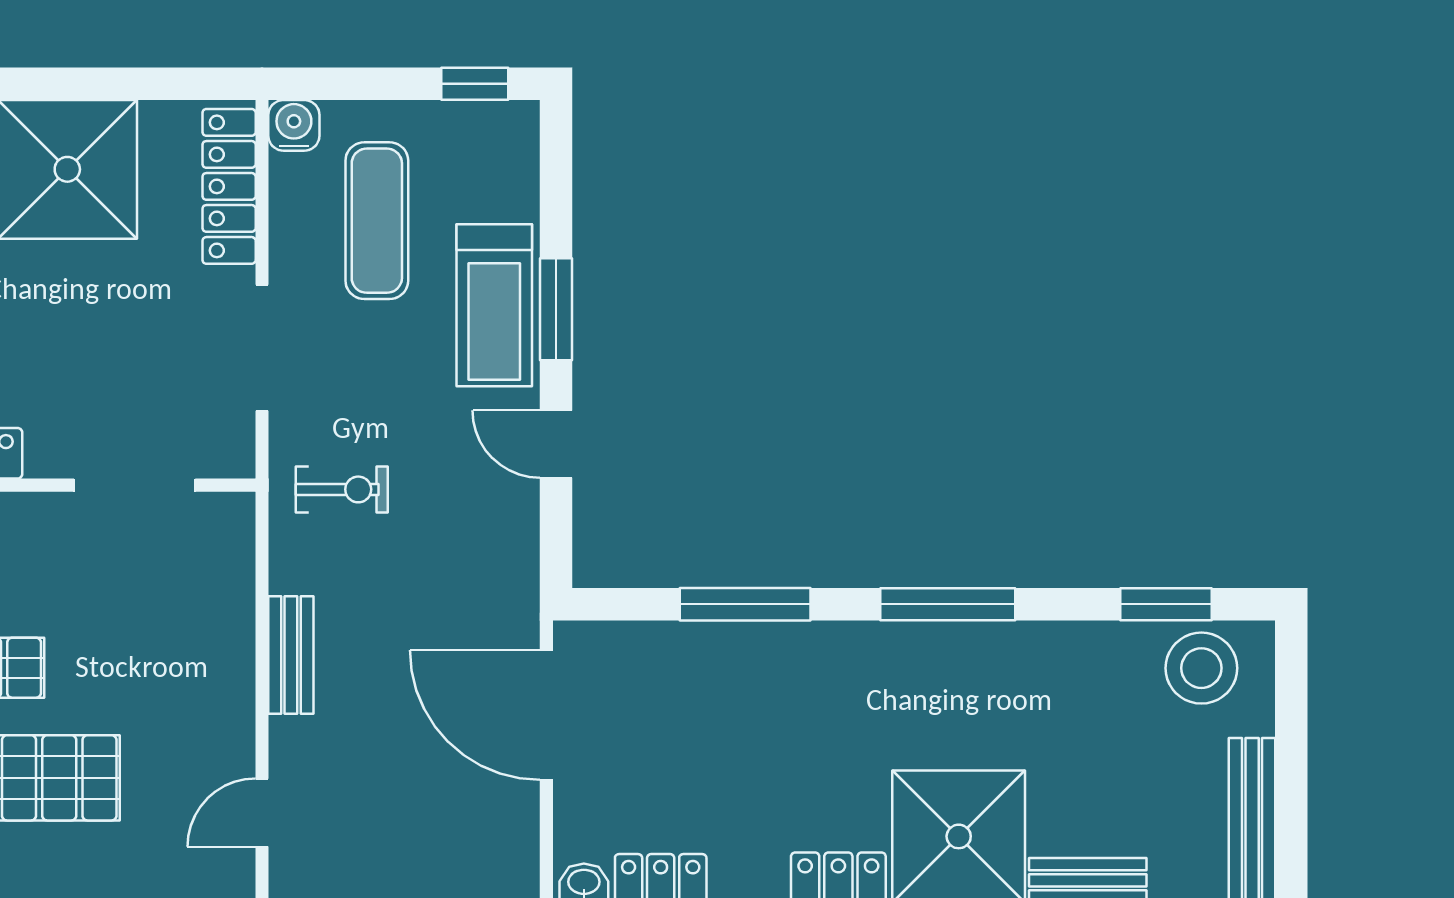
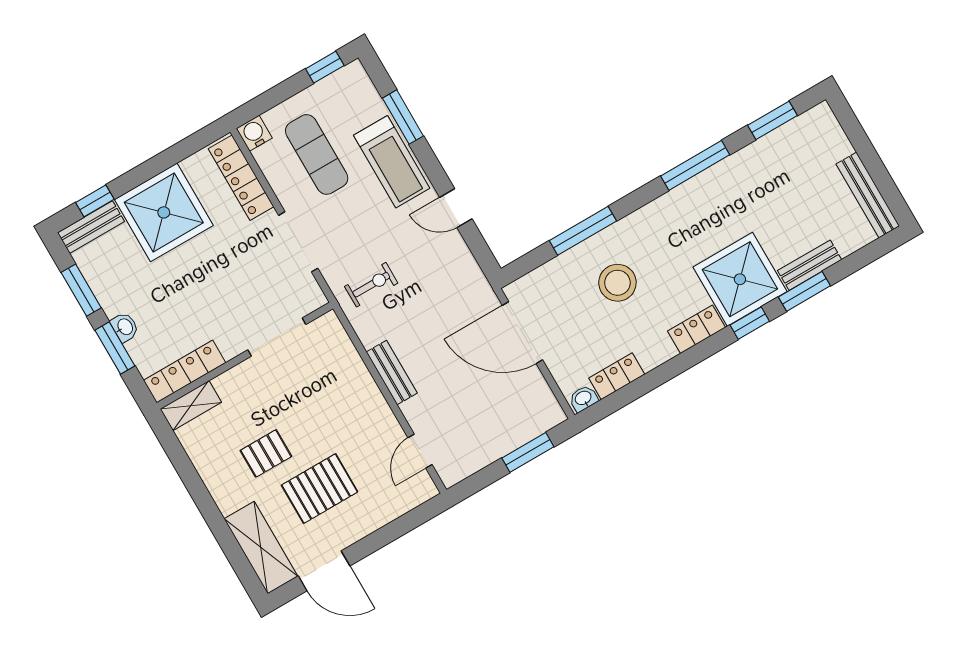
window: (556, 309) -> (403, 117), moved
window: (948, 604) -> (695, 165), moved
stool: (1201, 668) -> (617, 283), moved

